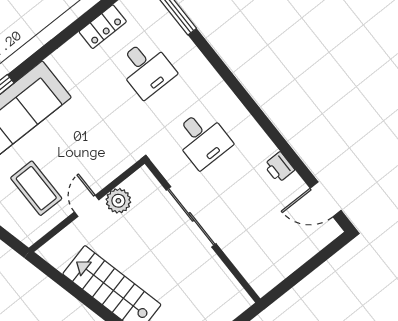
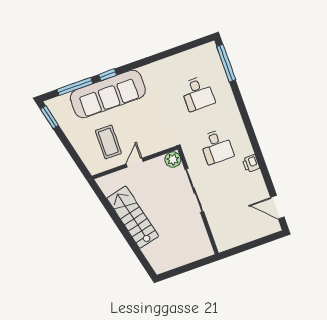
locker: (103, 27) -> (180, 60), removed
printer: (279, 167) -> (251, 163), moved
plant: (118, 201) -> (173, 160), moved

